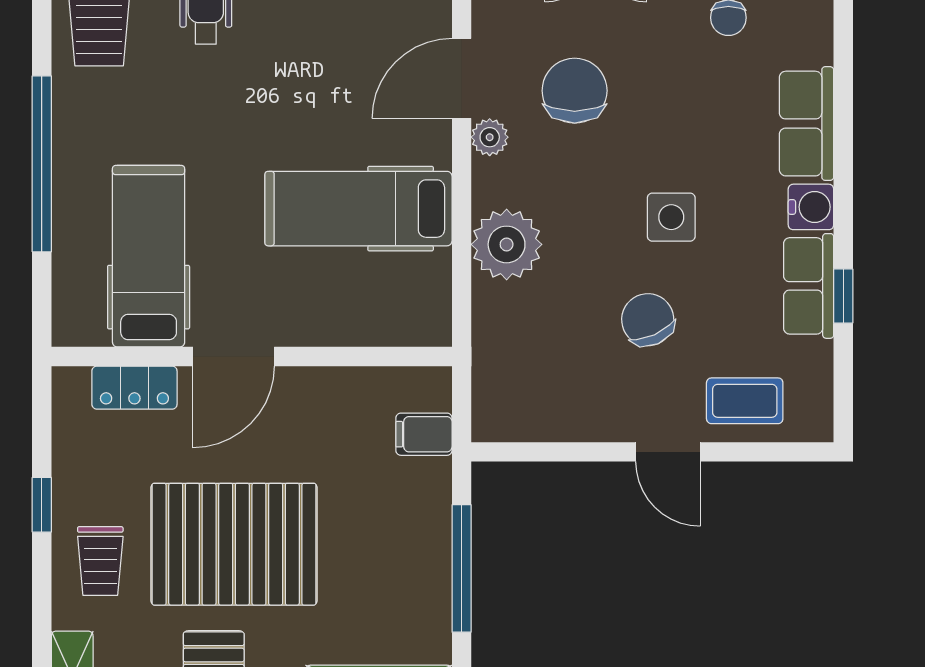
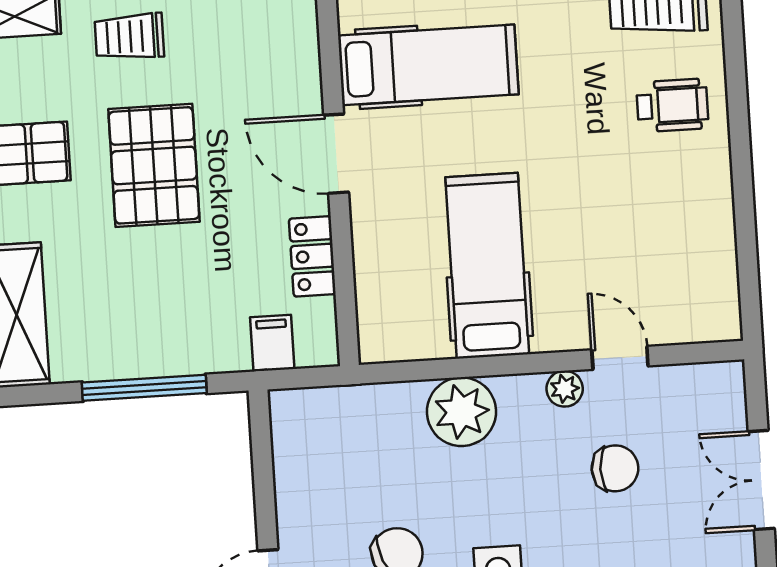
door: (462, 78) -> (620, 358), width x0.73
chair: (575, 91) -> (615, 468), width x0.73, depth x0.73
locker: (134, 388) -> (312, 256), moved
pallet: (234, 544) -> (154, 165), width x0.73, depth x0.71

